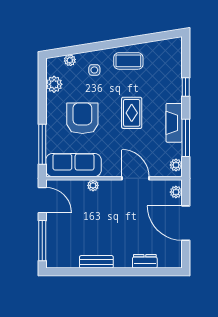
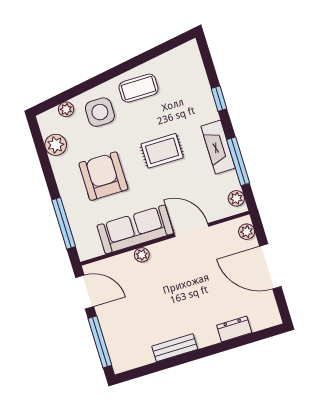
side table: (94, 70) -> (100, 112), width x1.87, depth x1.87
rug: (132, 113) -> (162, 151), turned 90
sofa: (73, 165) -> (135, 229), moved

